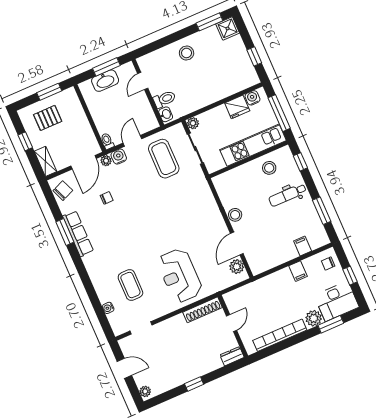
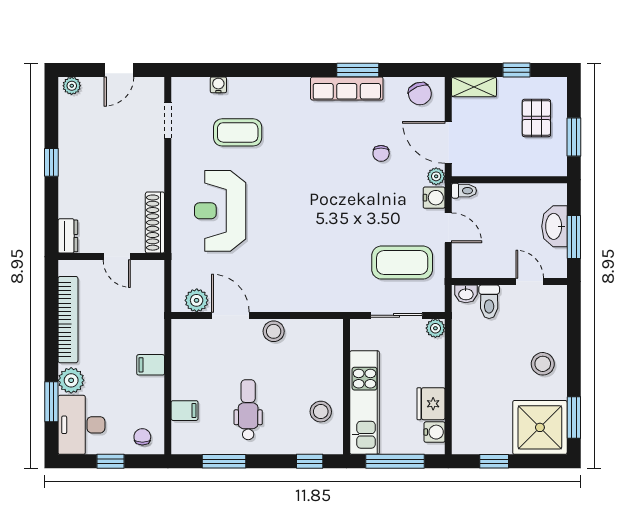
shower: (228, 28) -> (540, 427), width x1.86, depth x1.86
dental chair: (288, 195) -> (248, 410), moved
filing cabinet: (298, 271) -> (151, 365), moved
reception desk: (180, 275) -> (220, 211), turned -90

